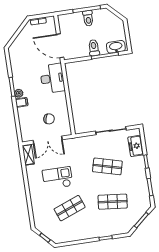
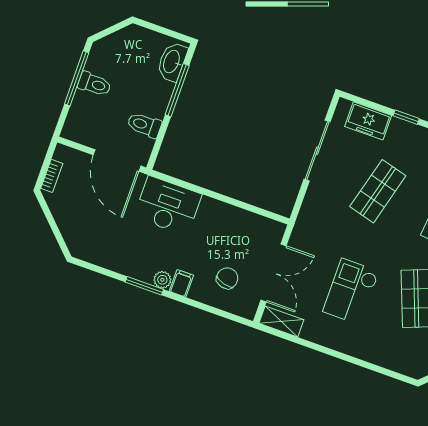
door: (60, 46) -> (117, 160), hinge flipped
toilet: (94, 48) -> (144, 125), moved
chair: (49, 119) -> (227, 278), moved

